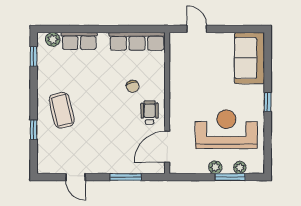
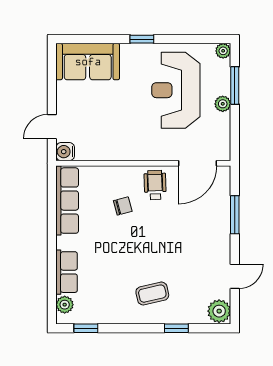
water cooler: (177, 40) -> (65, 152), added
coffee table: (62, 110) -> (152, 294), width x0.73, depth x0.77
wheelchair: (150, 113) -> (155, 185), turned 88
door: (167, 147) -> (198, 163), hinge flipped
plant: (48, 164) -> (219, 311), added
plant: (240, 168) -> (223, 51), moved

